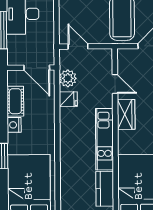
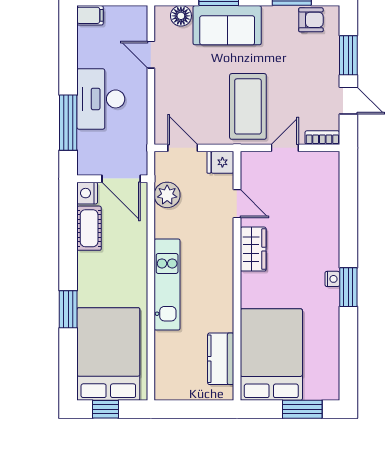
fridge: (68, 99) -> (220, 162), moved, turned 180
nightstand: (14, 125) -> (87, 193), moved
kitchen unit: (104, 139) -> (167, 284), moved, turned 180

